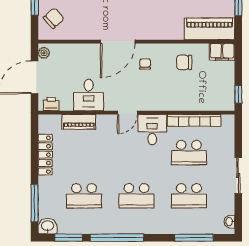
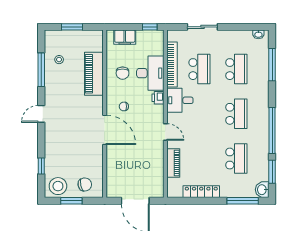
chair: (54, 18) -> (85, 184), turned 119
piano: (209, 29) -> (94, 74), moved
filing cabinet: (222, 52) -> (125, 37), moved, turned 90
plant: (44, 53) -> (114, 193), removed
desk: (89, 95) -> (150, 73), moved, width x1.37
printer: (51, 104) -> (158, 98), moved
door: (127, 113) -> (165, 132), moved
sliding door: (238, 175) -> (202, 27), moved

